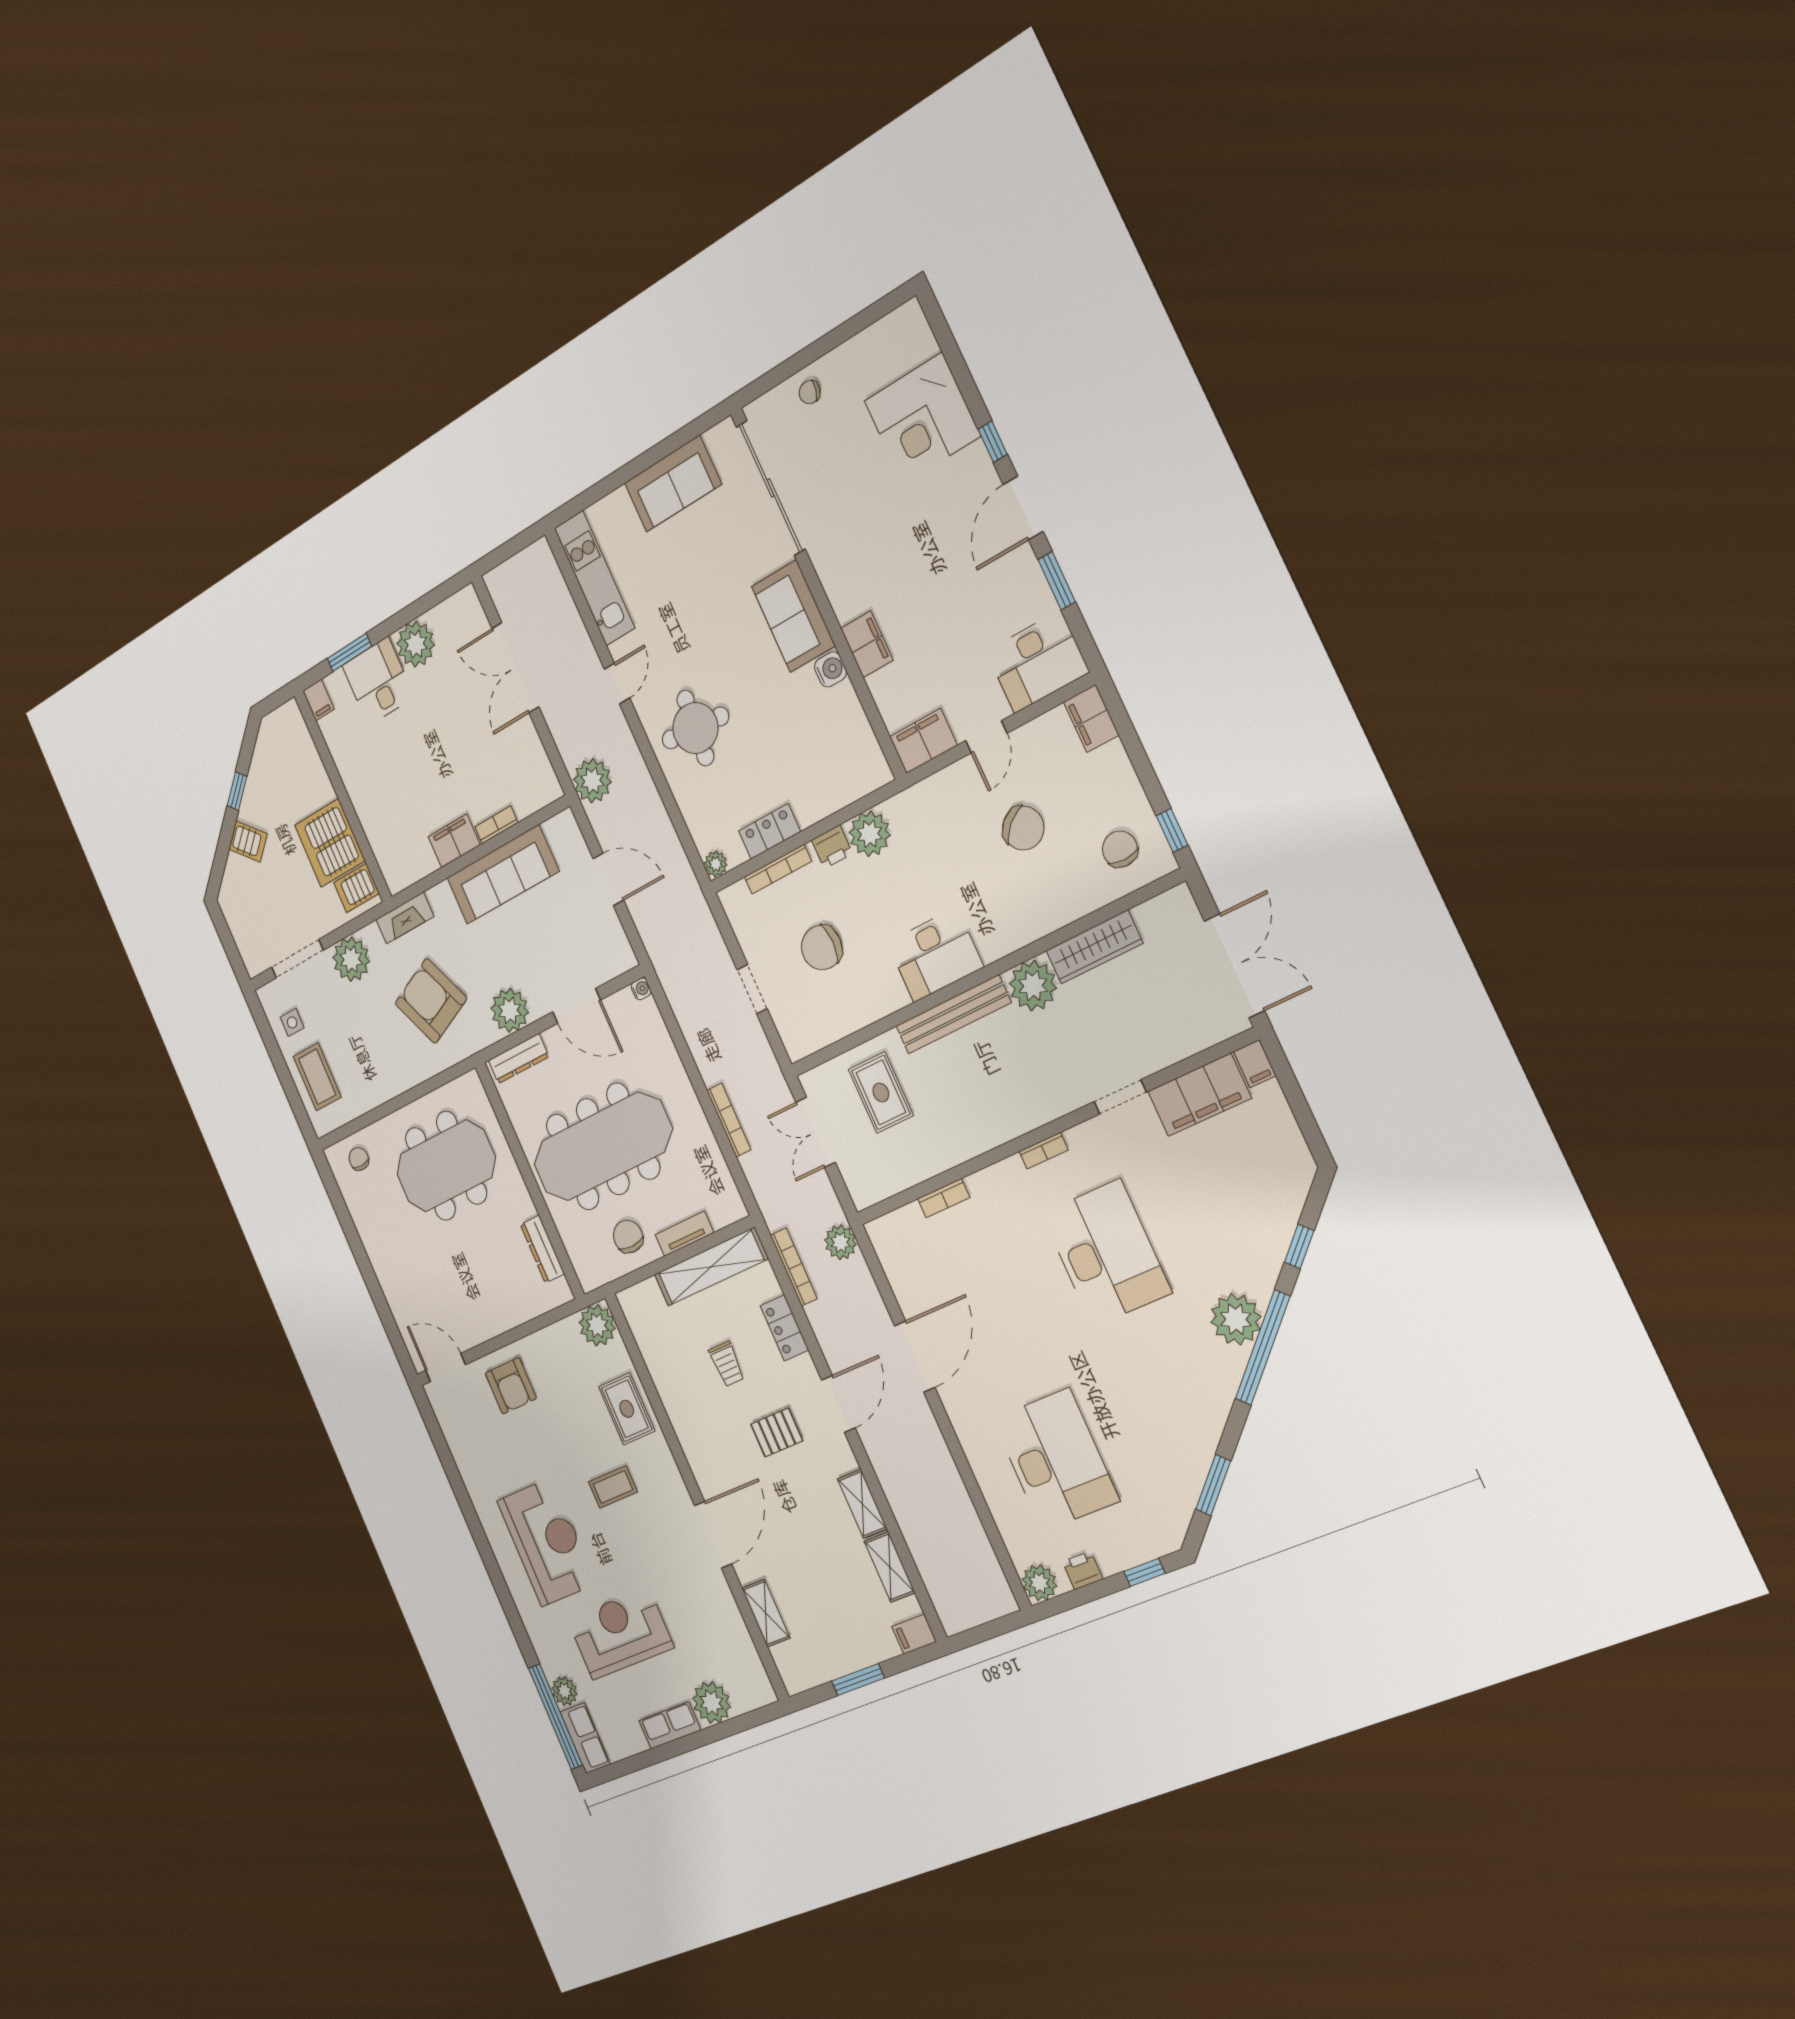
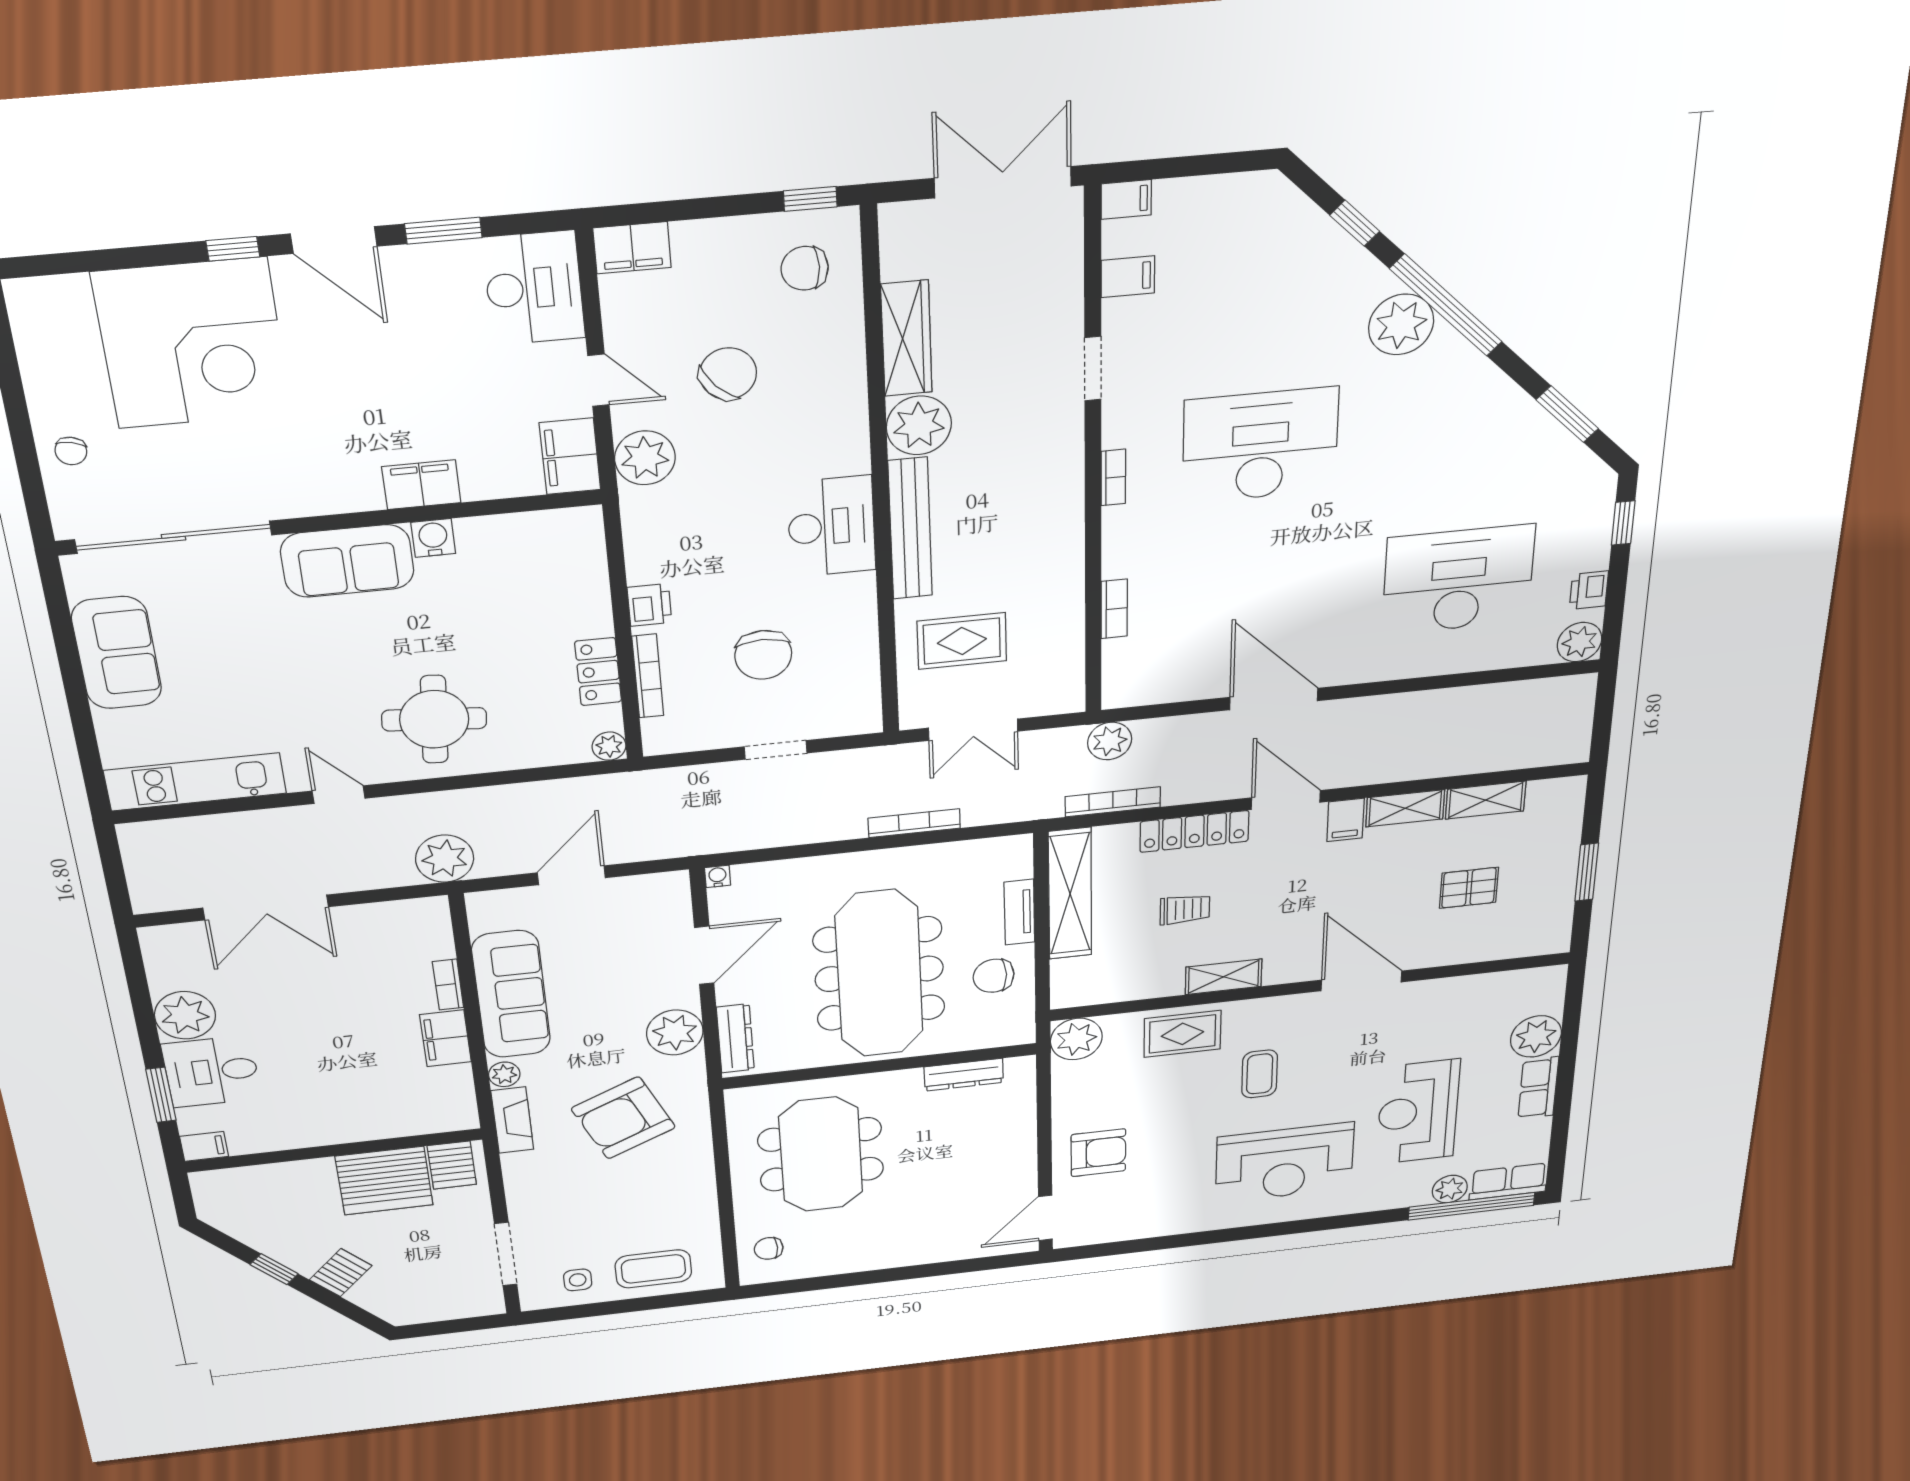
corner desk: (922, 418) -> (192, 343), width x1.36, depth x1.36
plant: (870, 834) -> (645, 458), moved
plant: (351, 959) -> (504, 1074), moved, width x0.53, depth x0.53
filing cabinet: (1199, 1095) -> (1128, 277), width x0.33, depth x0.86
locker: (784, 1328) -> (1194, 831), width x1.53
pallet: (777, 1432) -> (1469, 888), moved, turned 90
reception desk: (547, 1542) -> (1285, 1163), turned 180
shelving: (766, 1613) -> (1224, 977), moved
filing cabinet: (914, 1634) -> (1346, 820), moved

